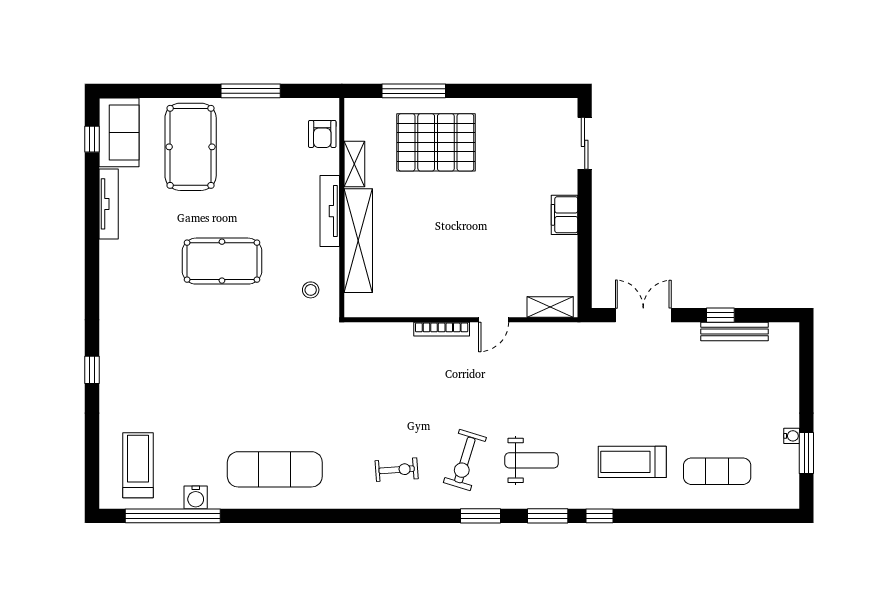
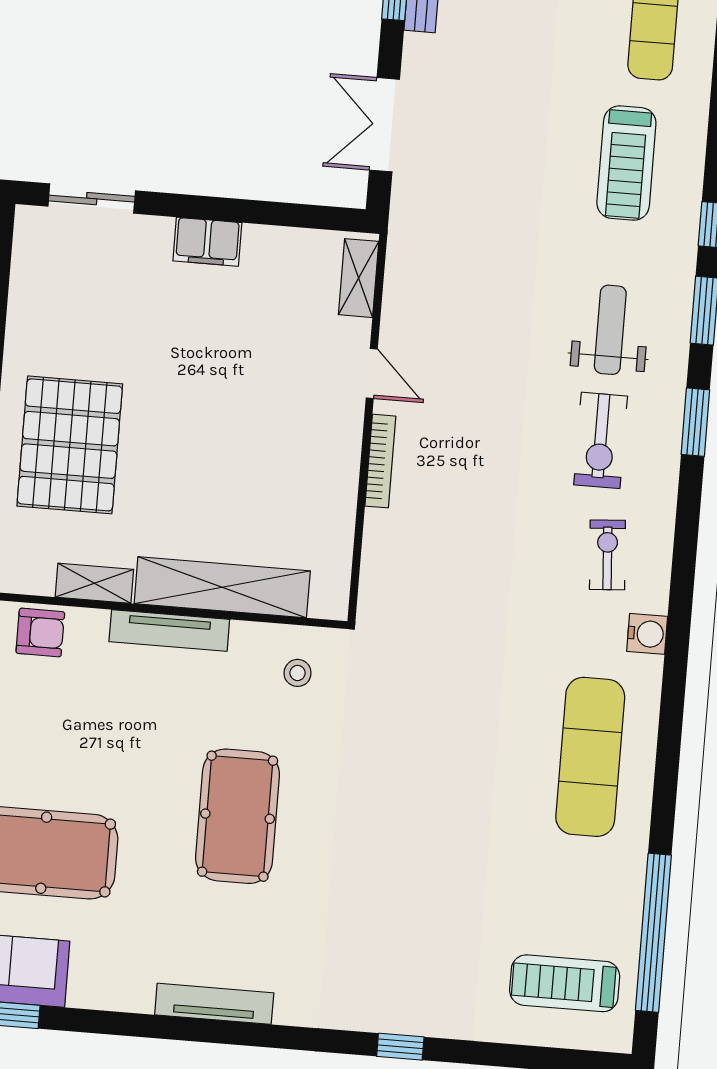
tv unit: (109, 204) -> (214, 1004), moved
exercise bike: (465, 460) -> (601, 440), turned 73
water cooler: (196, 497) -> (647, 634), moved

